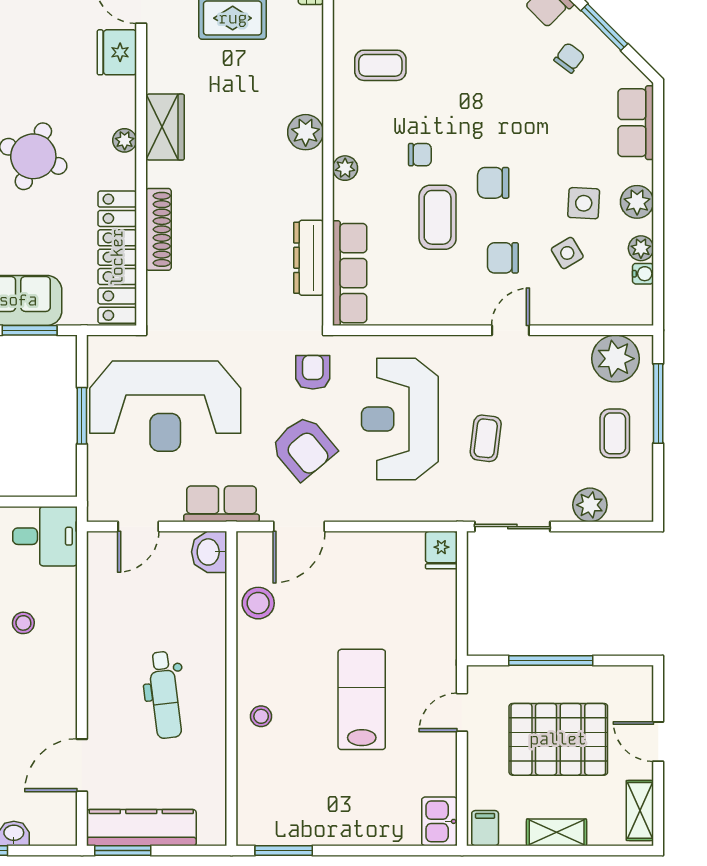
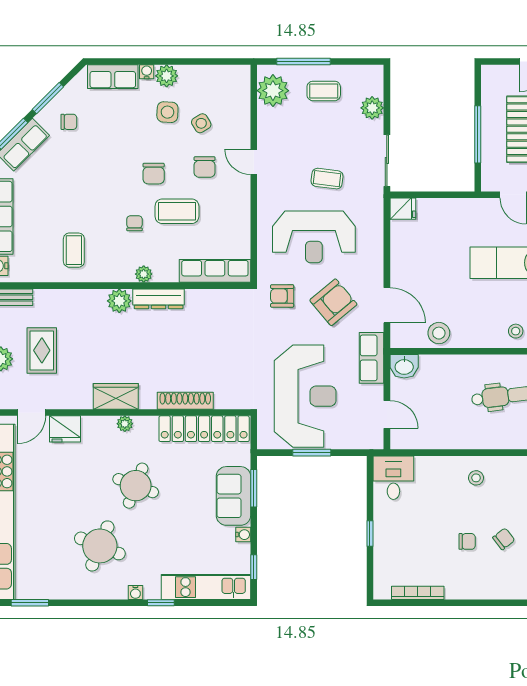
chair: (569, 58) -> (69, 122), turned 143
plant: (641, 248) -> (198, 73), removed
dresser: (309, 258) -> (159, 299), moved
water cooler: (643, 274) -> (147, 72), moved
stool: (23, 623) -> (476, 478), moved

